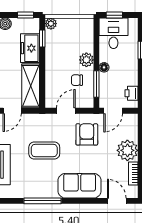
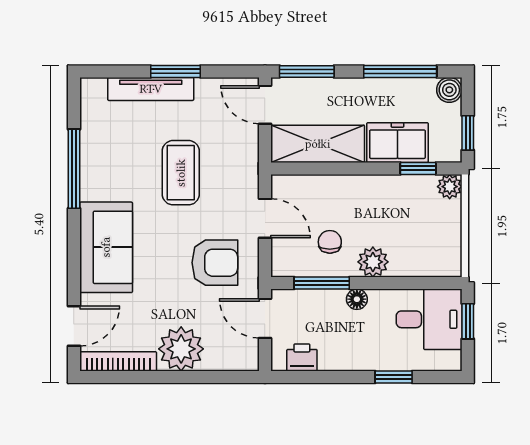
bookcase: (133, 174) -> (118, 361), width x1.56

